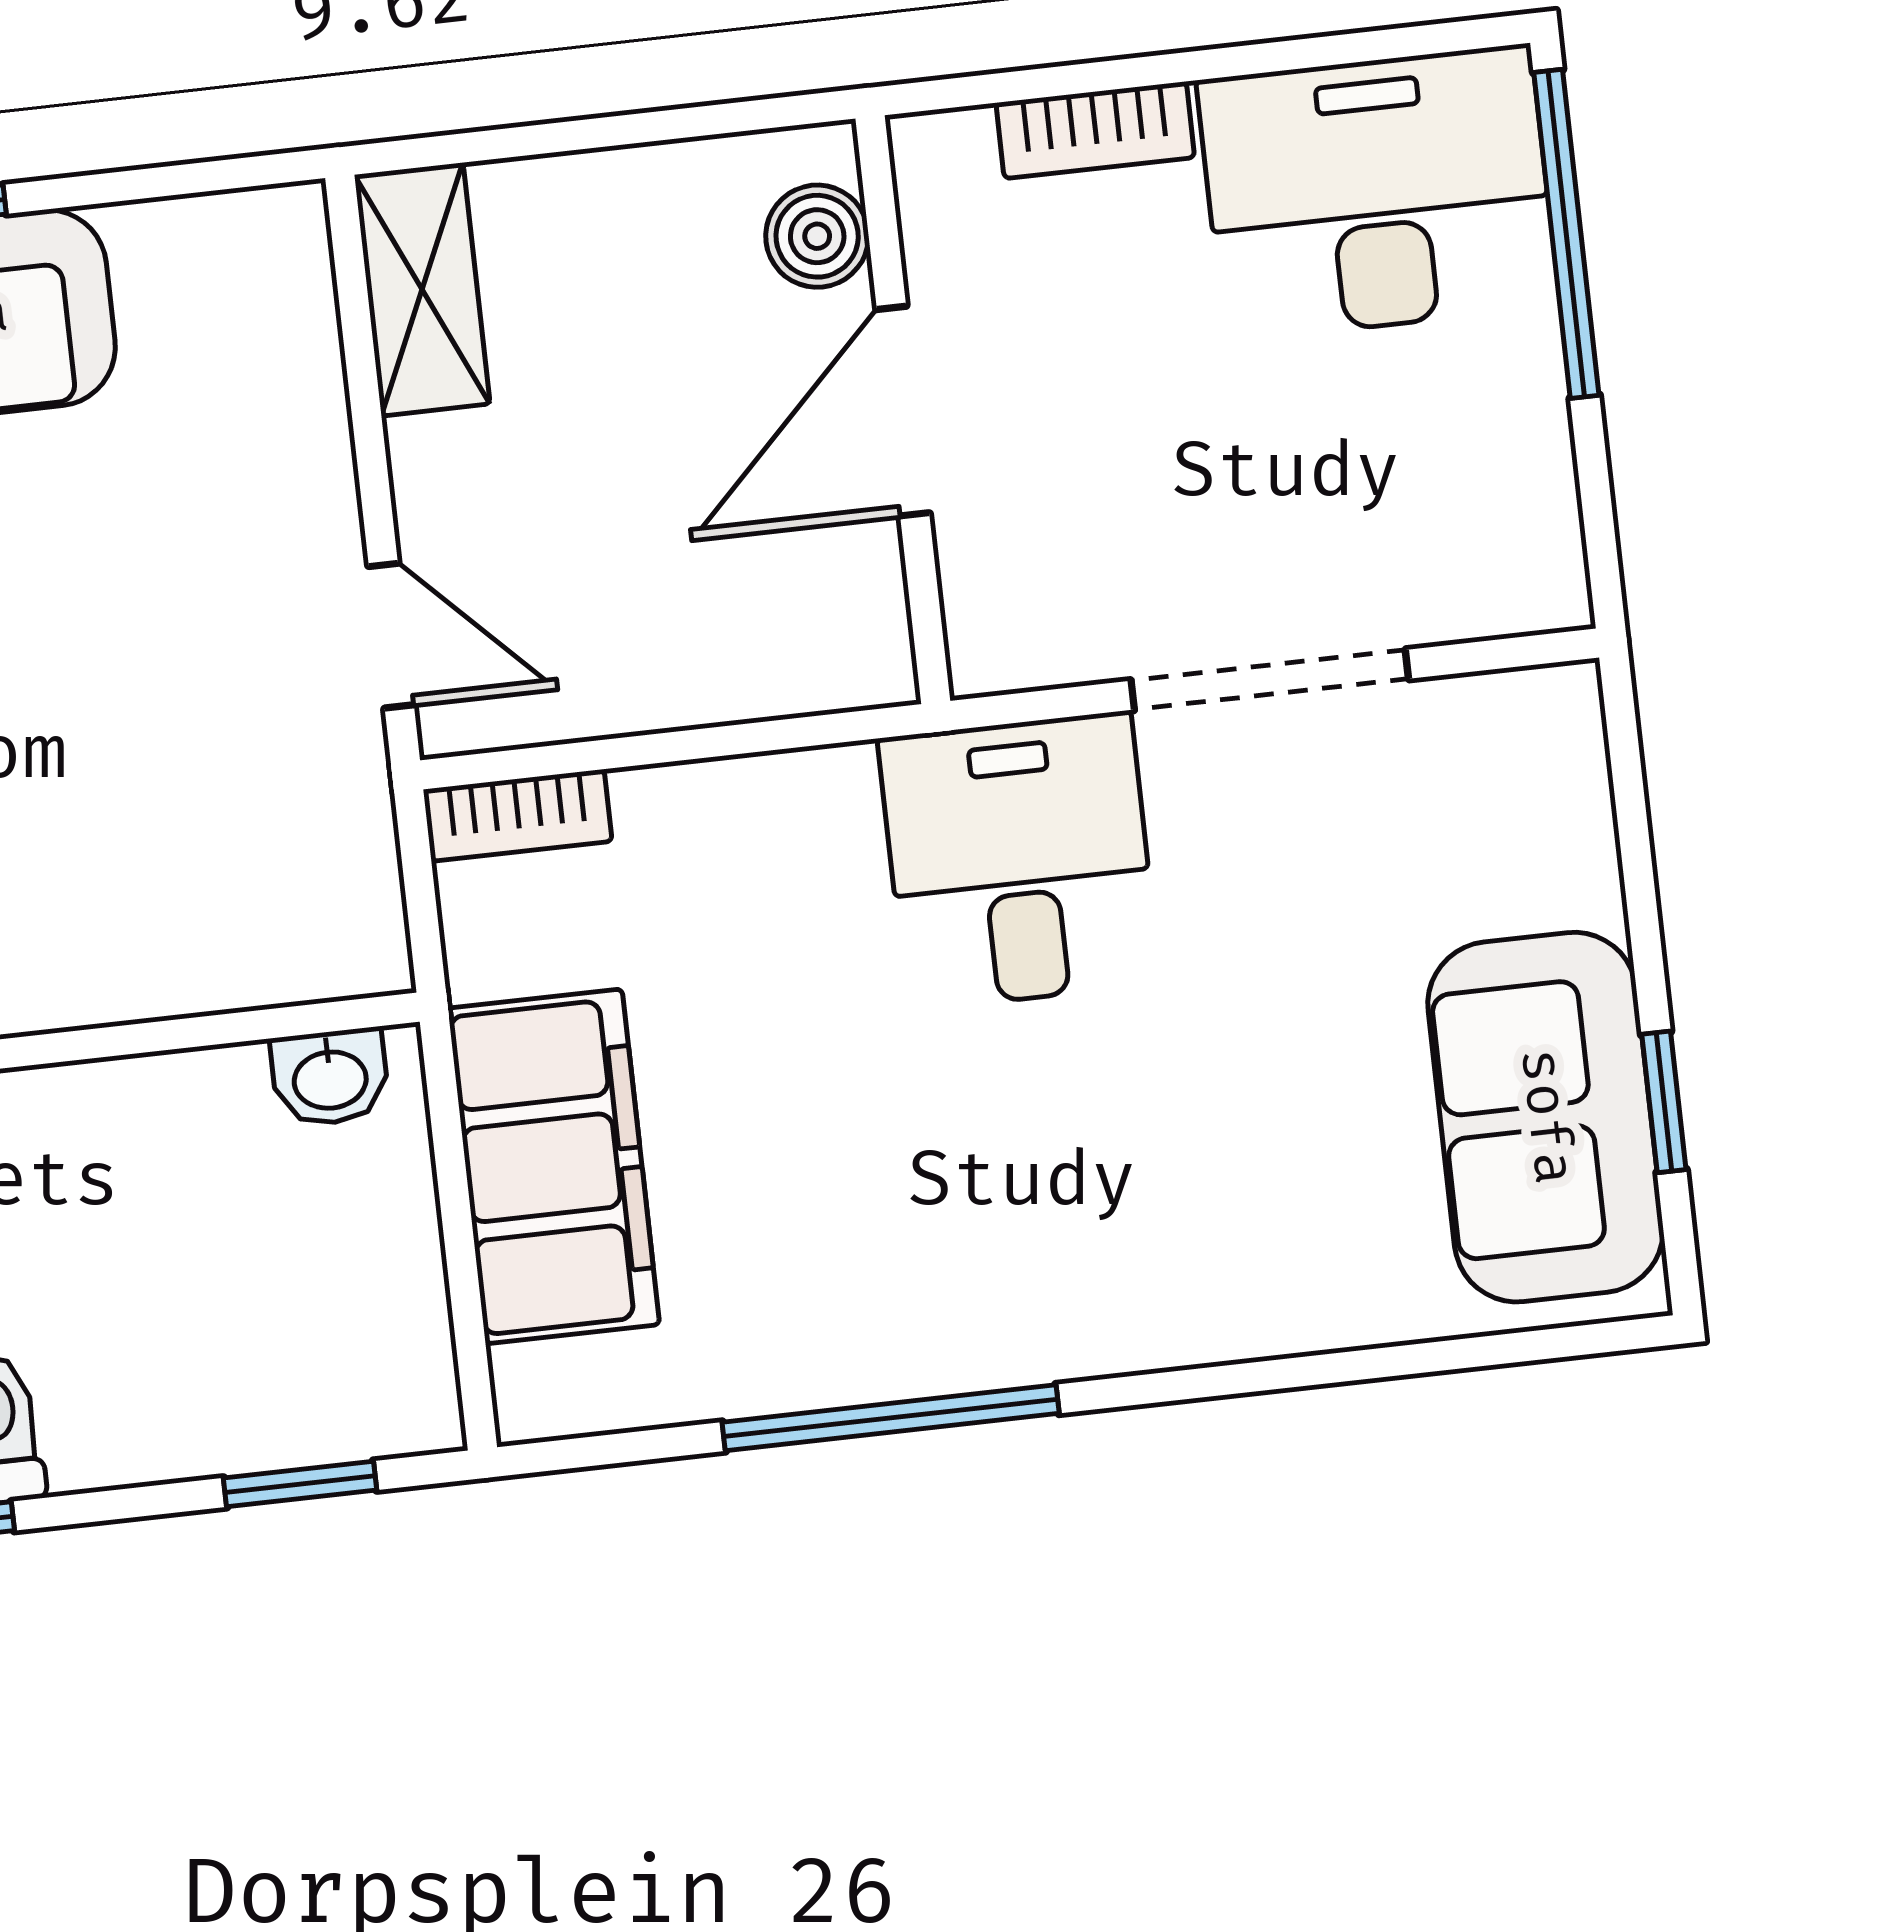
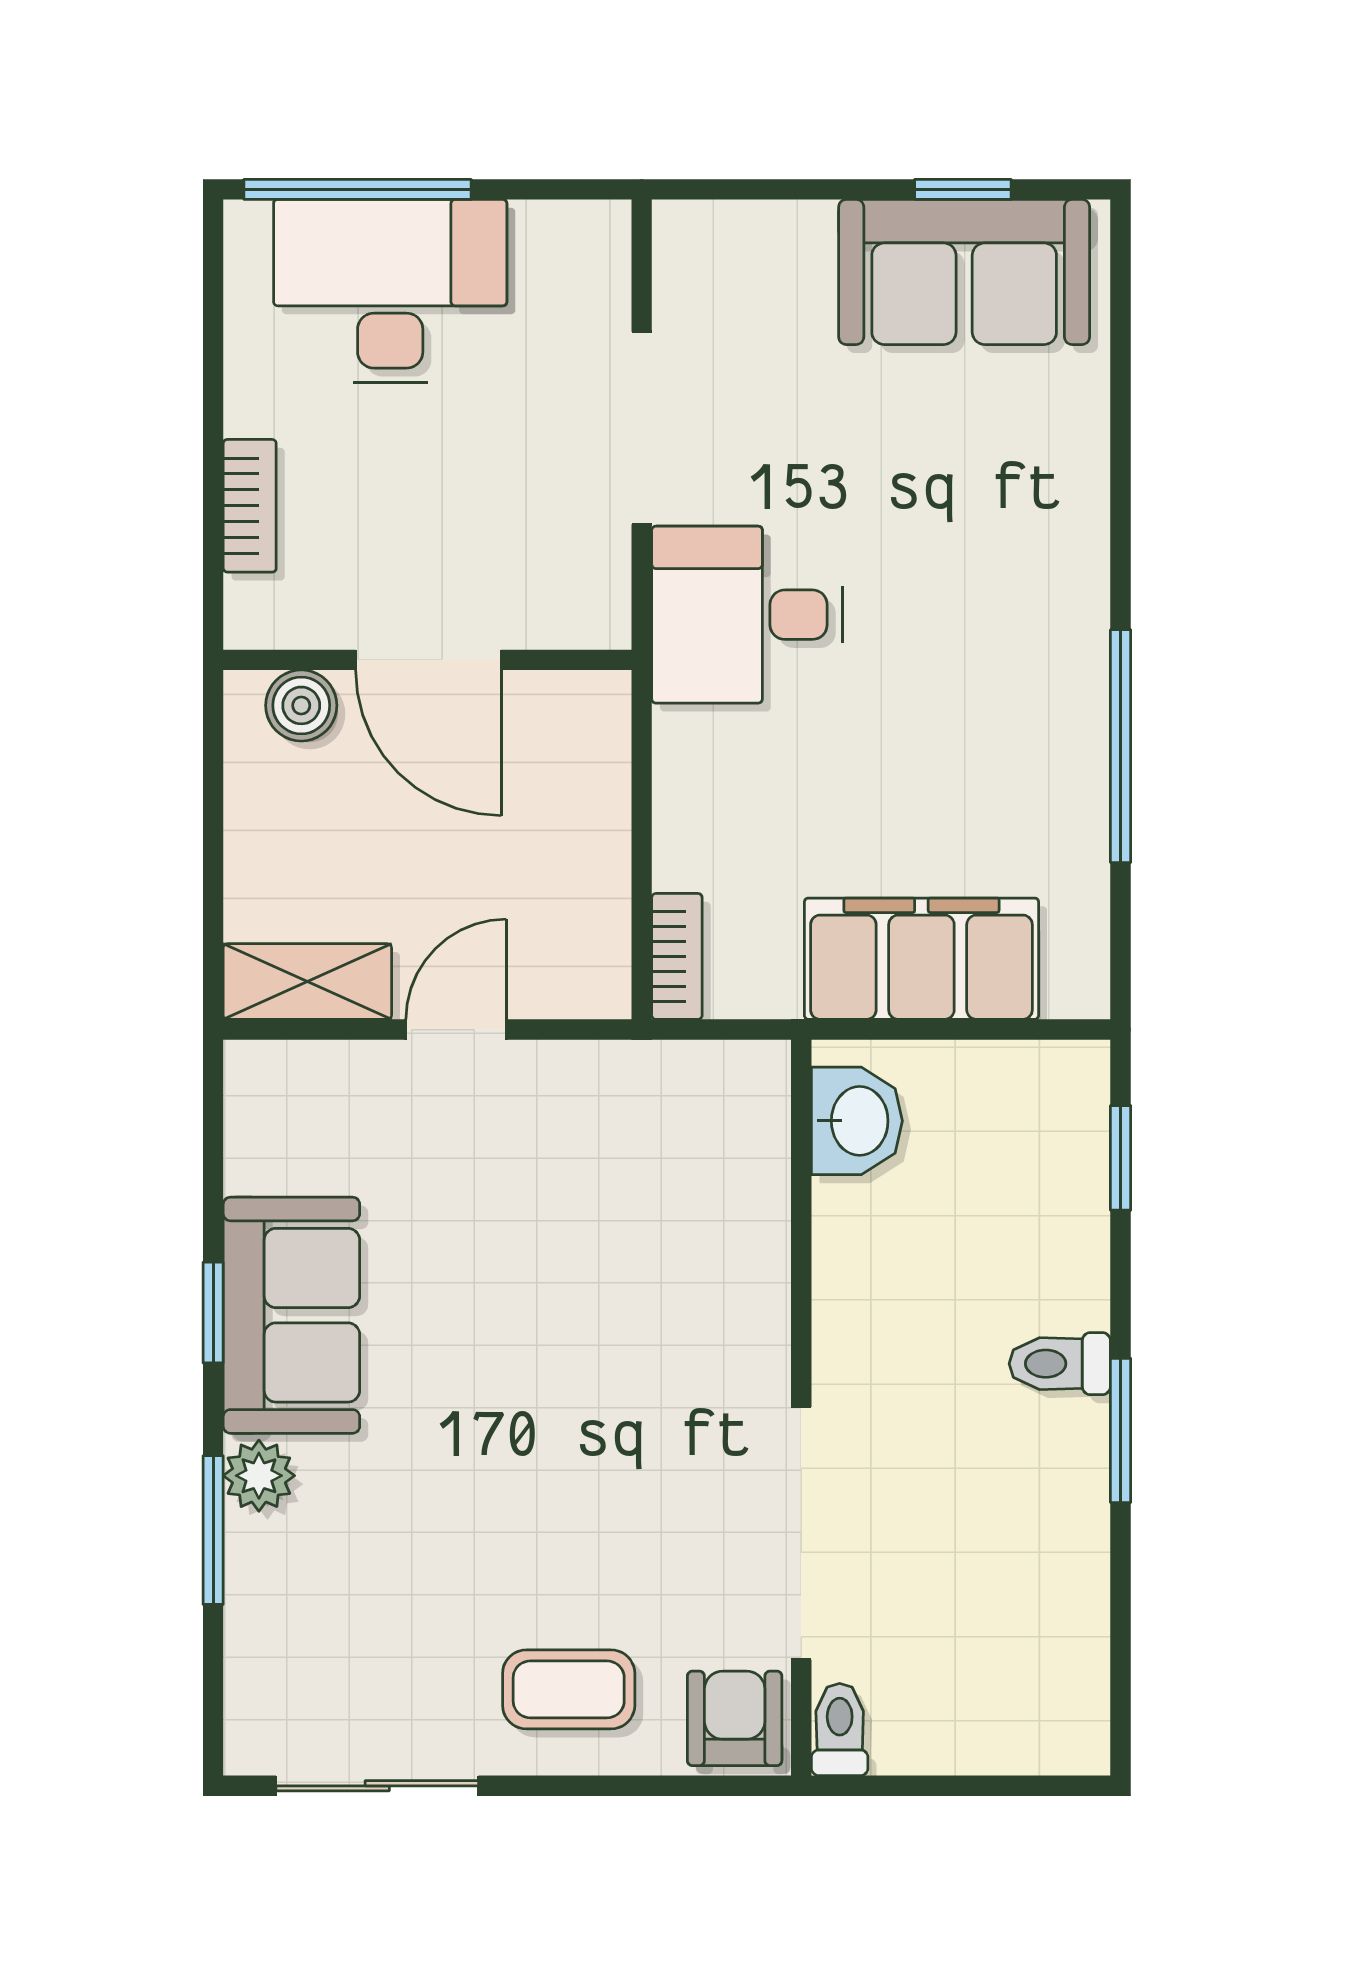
desk: (1378, 193) -> (390, 291), moved, turned 90
door: (391, 636) -> (456, 1030), moved
washbasin: (330, 1077) -> (857, 1121), width x1.38, depth x1.45

